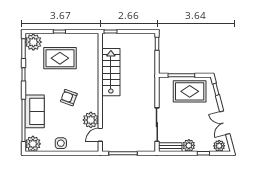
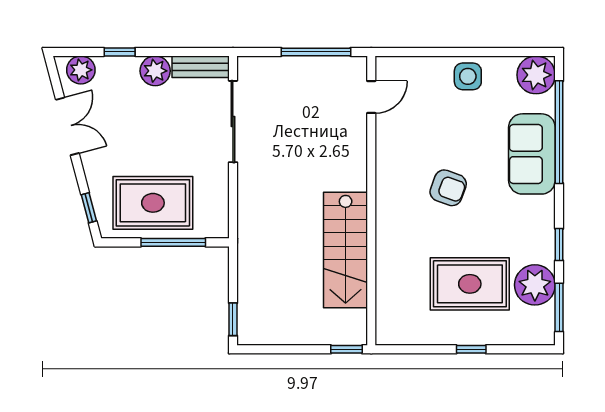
plant: (33, 42) -> (535, 285), moved
plant: (91, 120) -> (395, 133), removed

